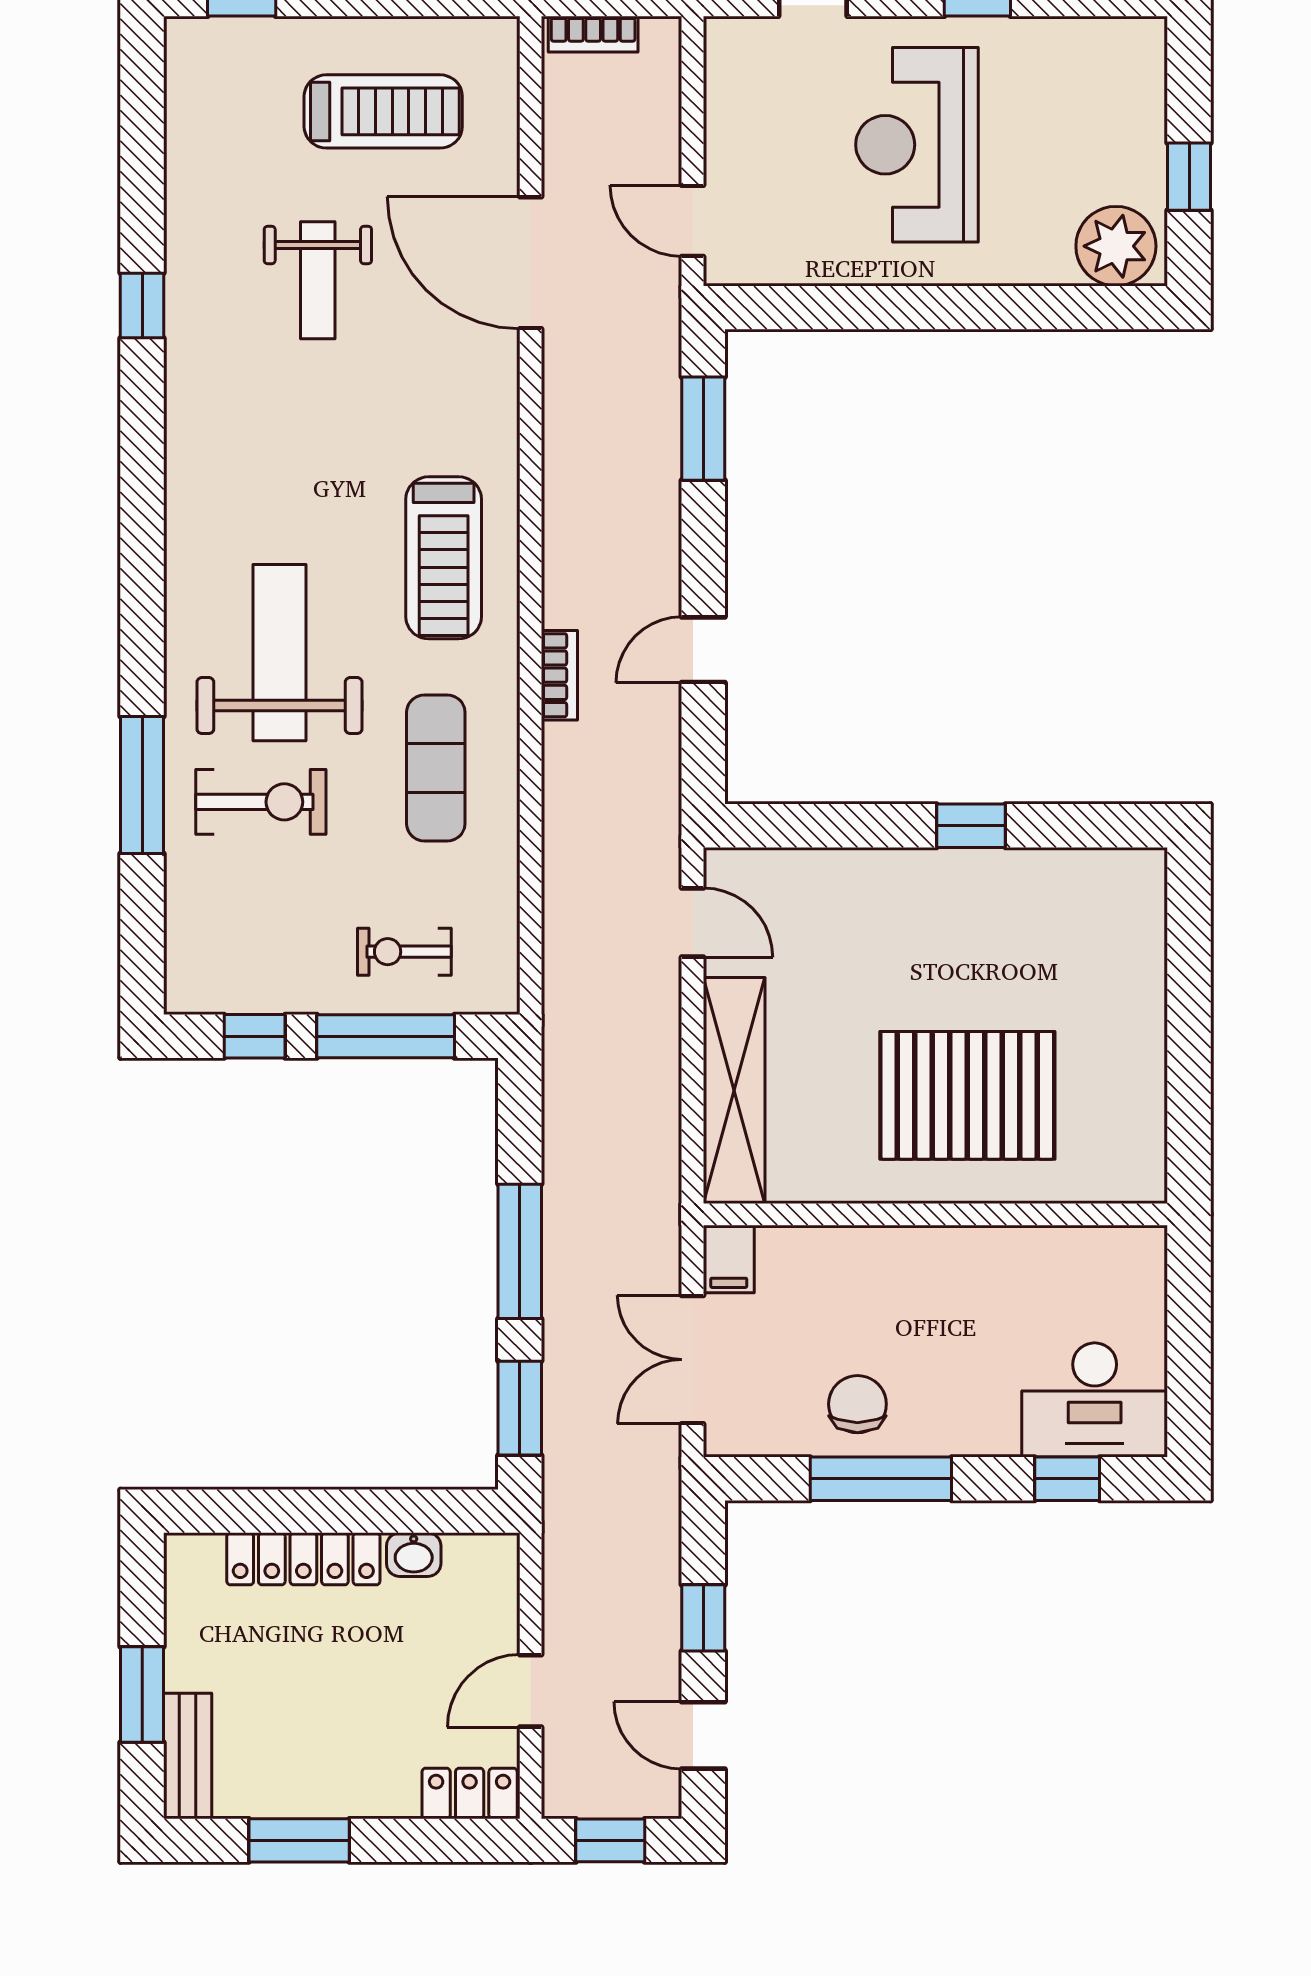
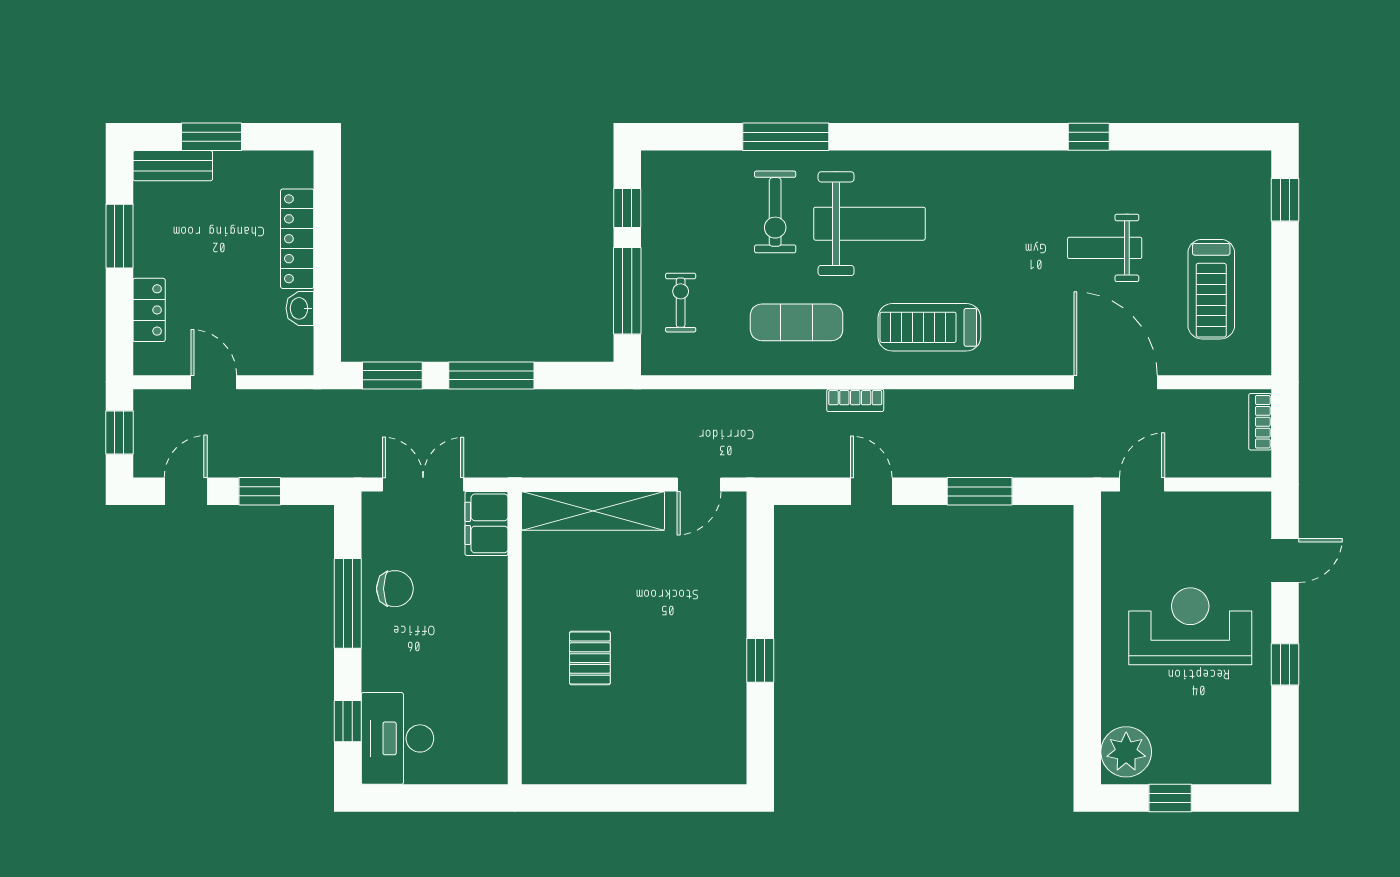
door: (531, 263) -> (1116, 382), hinge flipped
window: (703, 429) -> (980, 491), moved
pallet: (967, 1095) -> (590, 658), width x0.49, depth x0.50
filing cabinet: (729, 1259) -> (487, 523), width x2.00
locker: (470, 1793) -> (149, 310), moved

